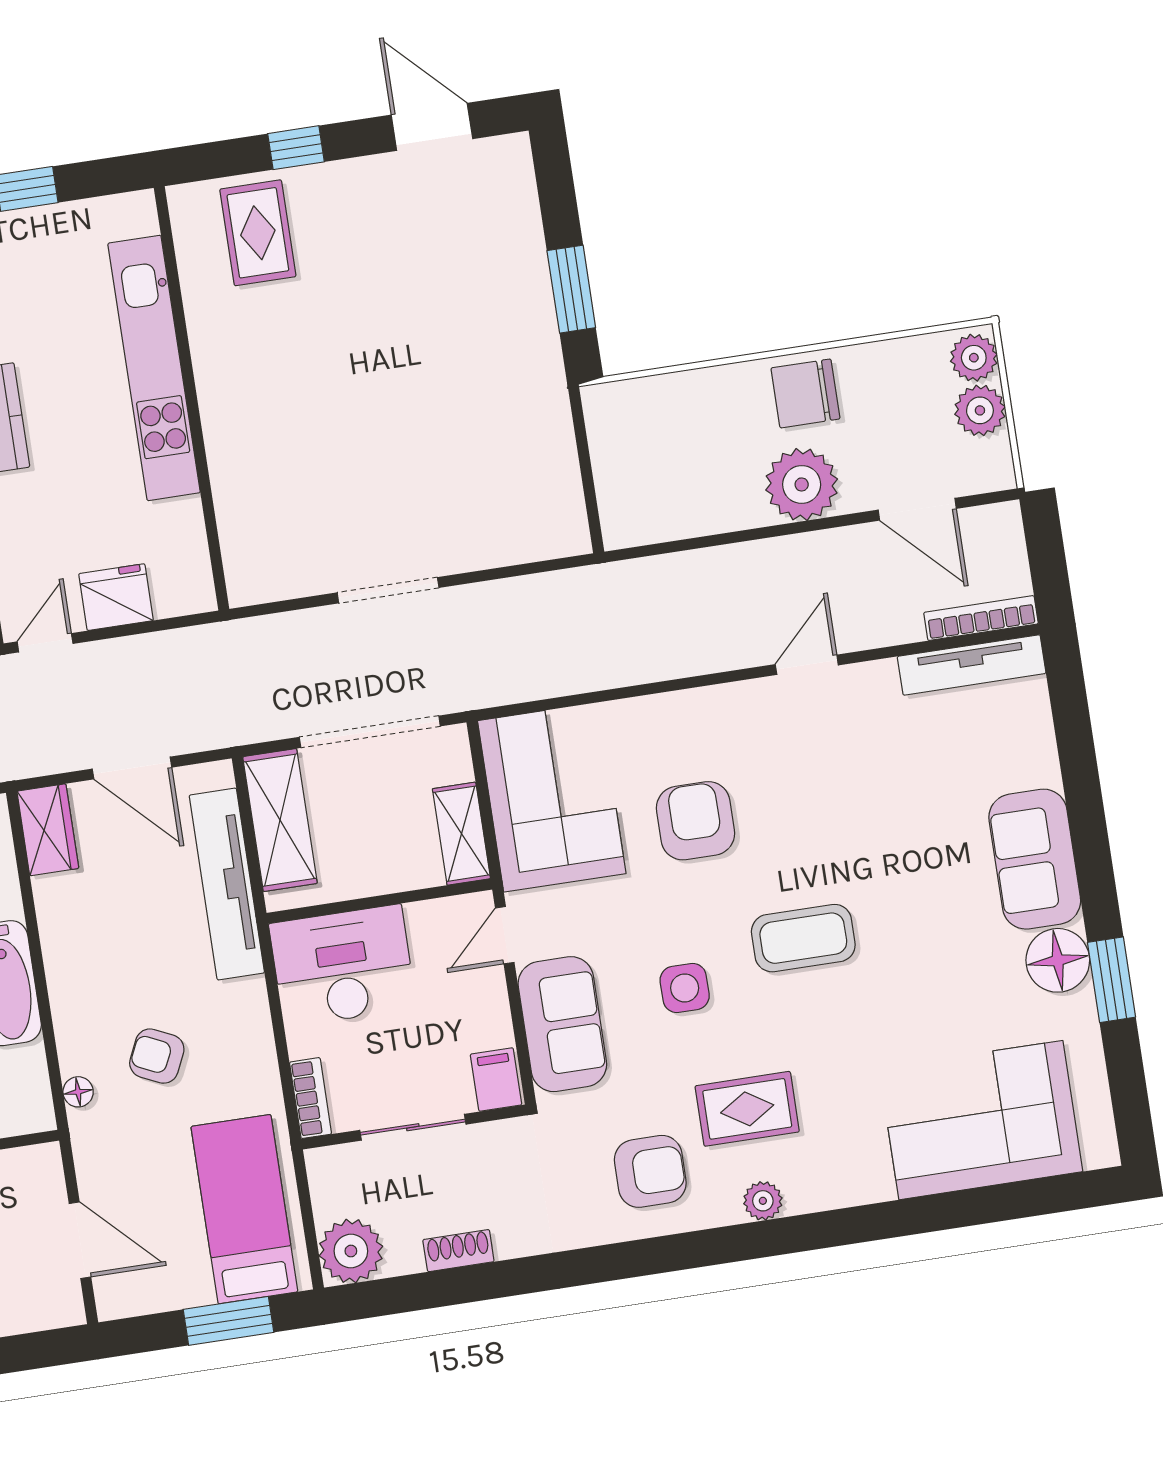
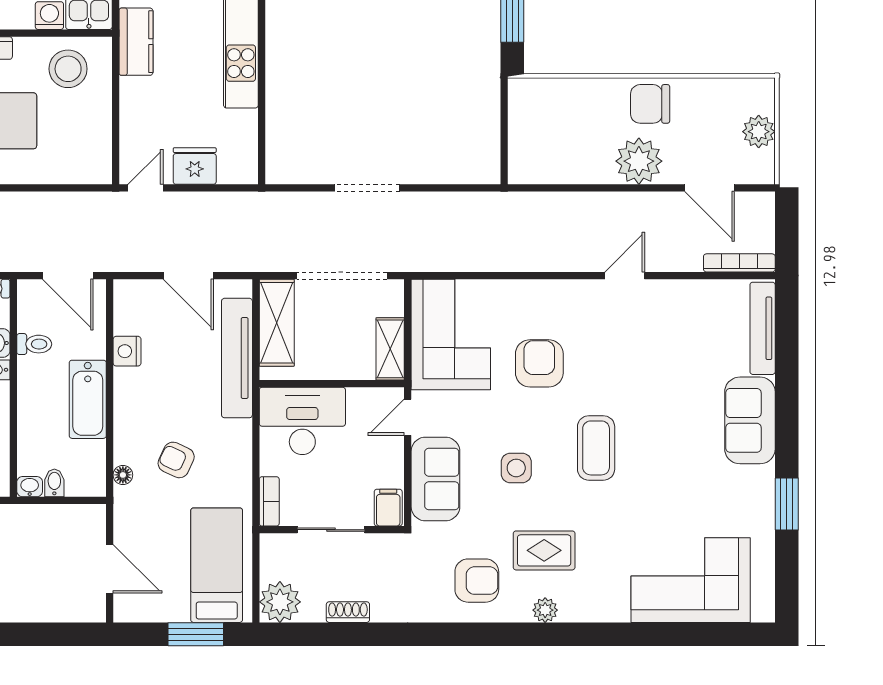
plant: (974, 358) -> (760, 98), removed
tv unit: (972, 665) -> (763, 328), moved, turned 90
wardrobe: (48, 830) -> (129, 306), removed
nightstand: (55, 899) -> (127, 351), added
coffee table: (803, 938) -> (596, 448), turned 90
floor lamp: (1058, 960) -> (755, 487), removed

